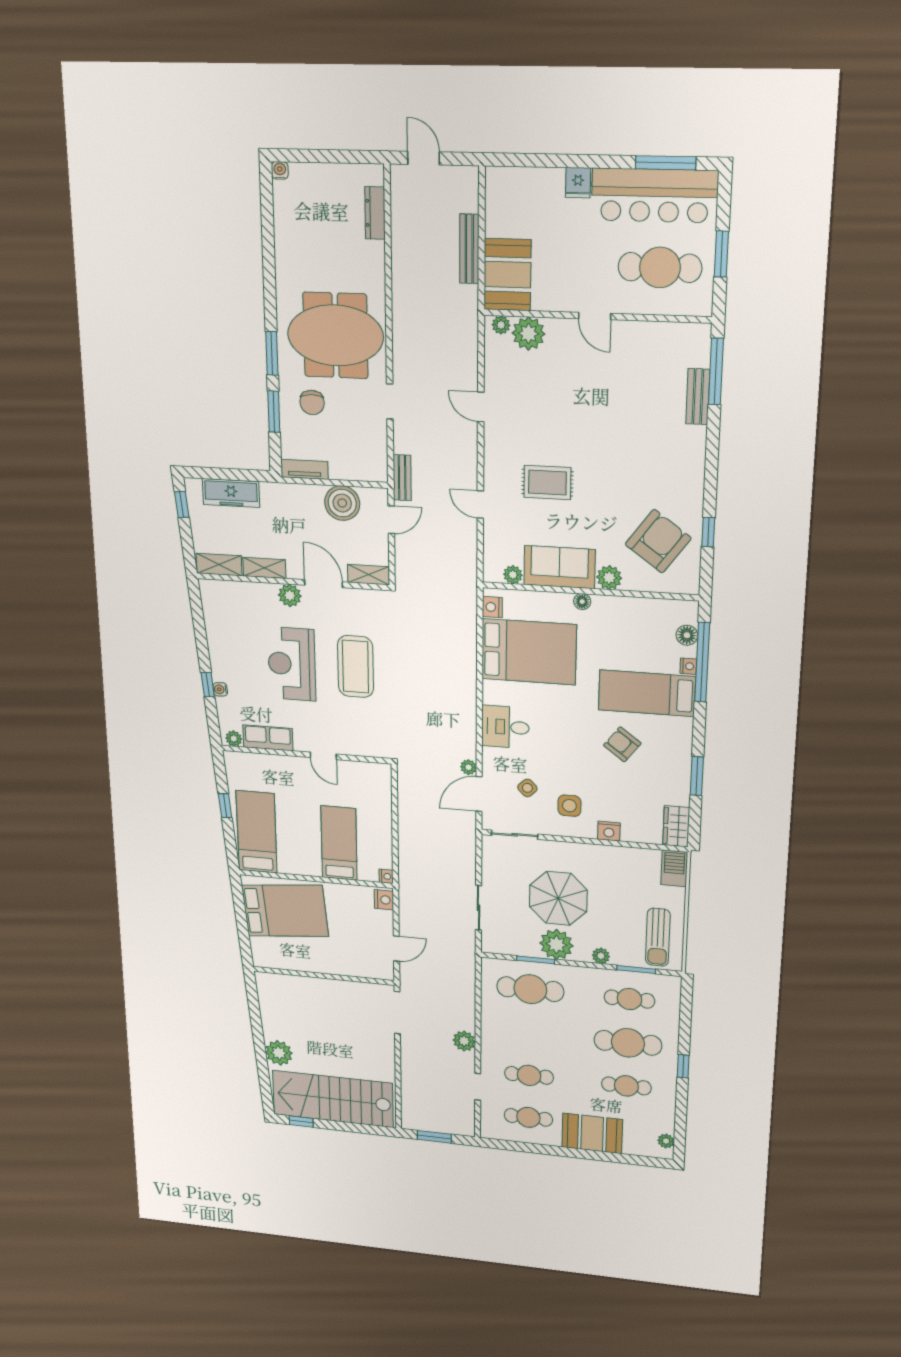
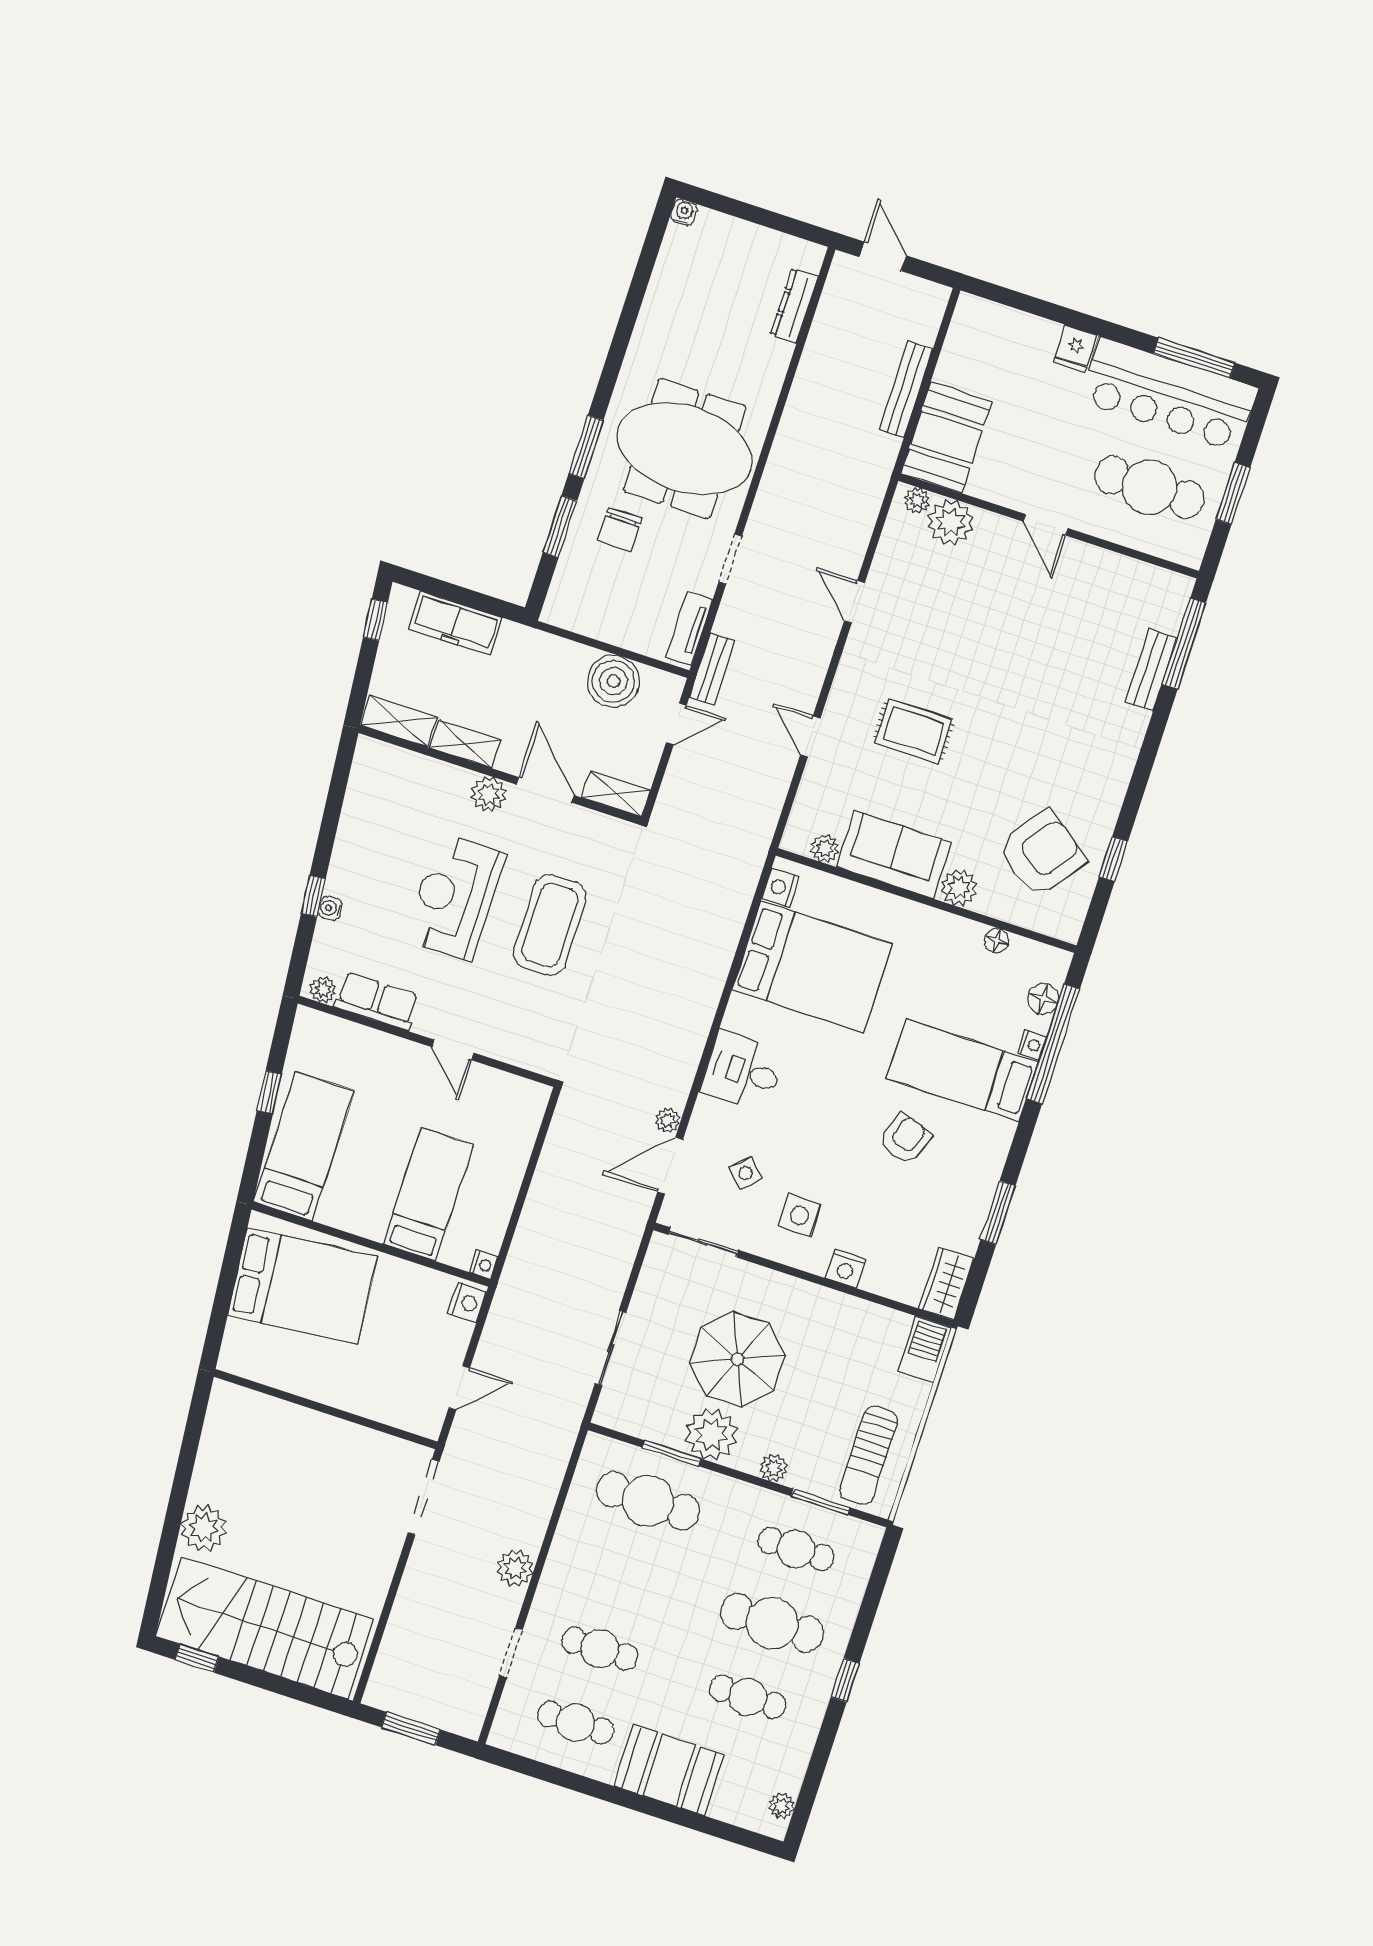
tv unit: (304, 469) -> (689, 628), moved, turned -90
floor lamp: (582, 602) -> (997, 941), moved
armchair: (622, 744) -> (905, 1139), turned 73

